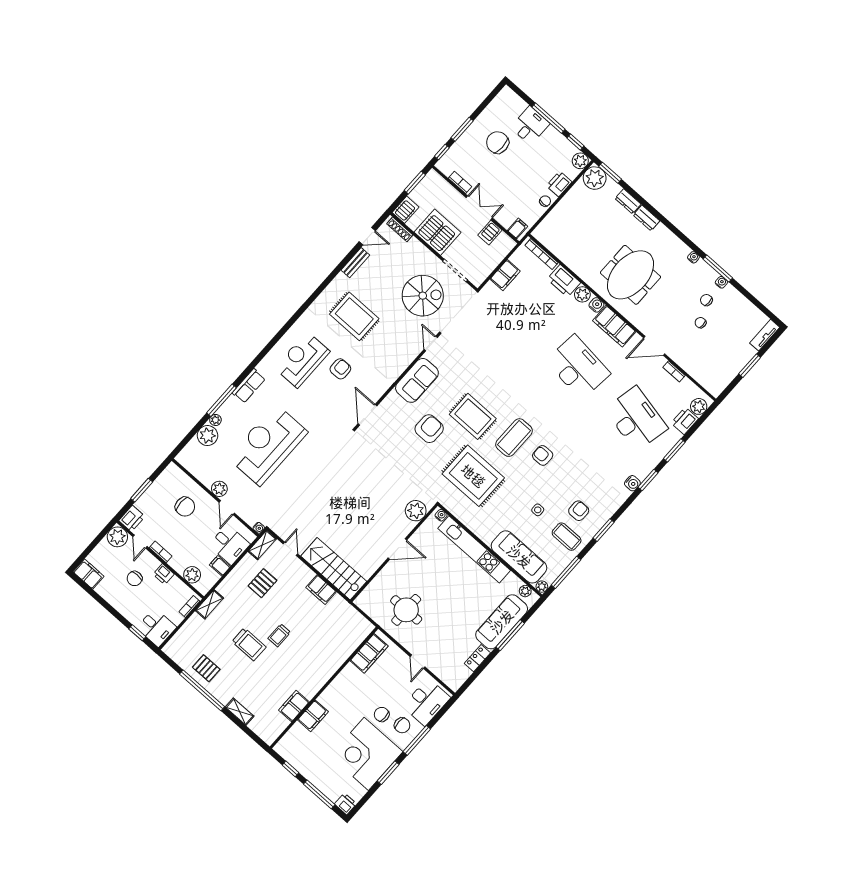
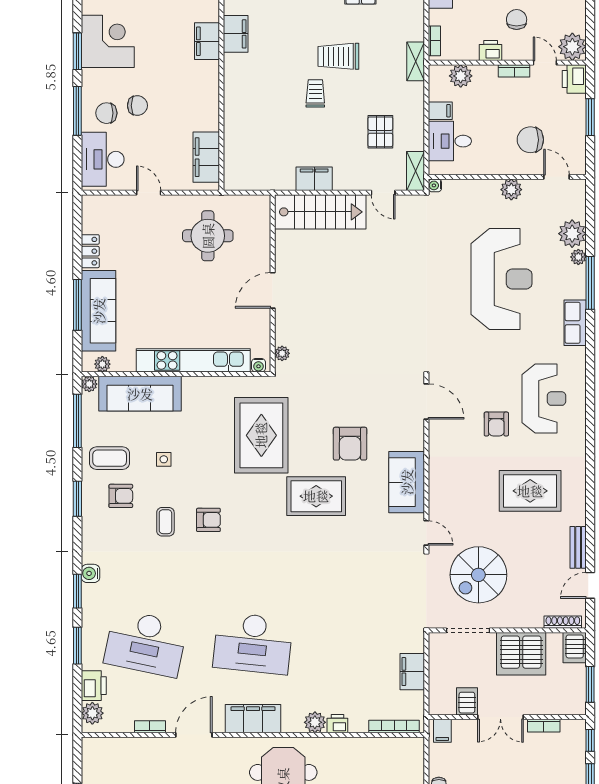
printer: (564, 281) -> (337, 724), width x0.53, depth x0.68
water cooler: (596, 305) -> (291, 724), removed
coffee table: (514, 438) -> (165, 522), moved, width x0.54, depth x0.58
rug: (473, 476) -> (261, 435), turned 90
door: (227, 508) -> (557, 177), moved
plant: (416, 511) -> (282, 353), width x0.53, depth x0.53
armchair: (579, 511) -> (121, 496), turned -90
corner desk: (366, 754) -> (108, 41), width x0.74, depth x0.74

